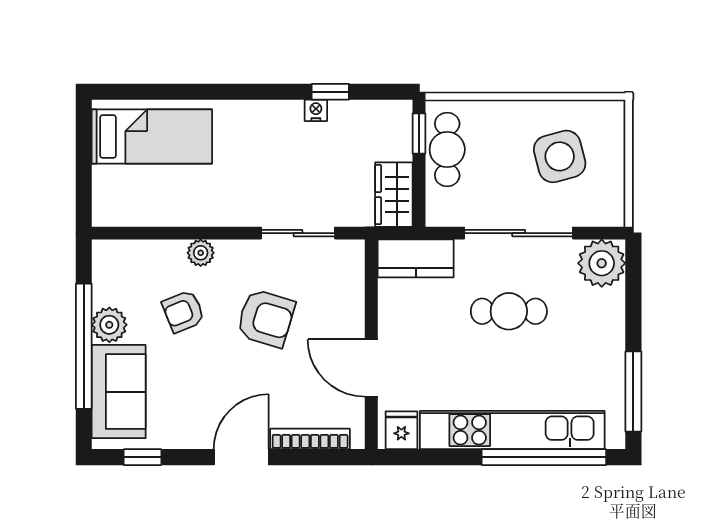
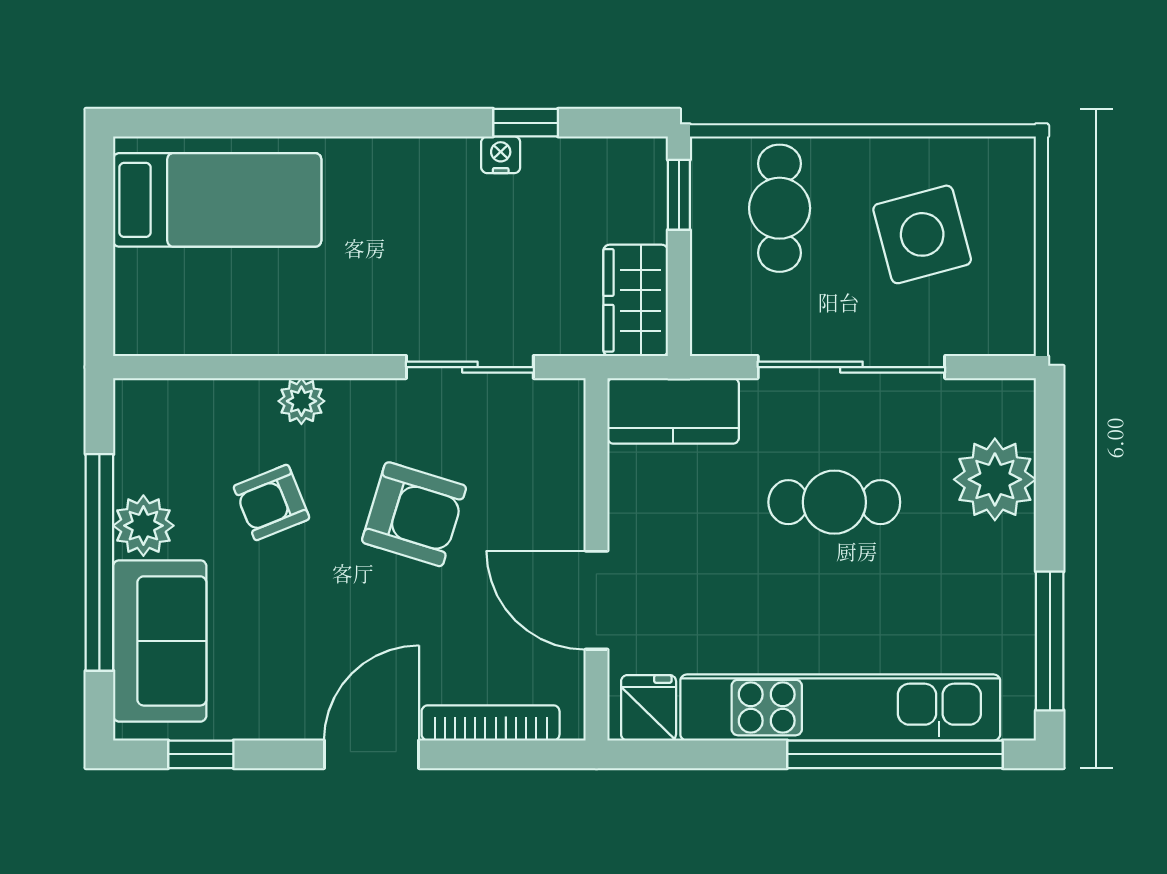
cafe table: (447, 149) -> (780, 208), moved
plant: (602, 263) -> (995, 479), moved

